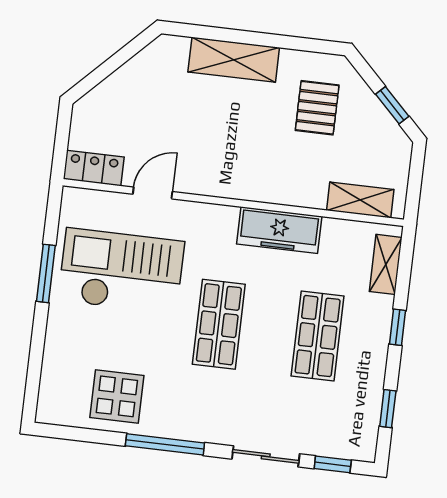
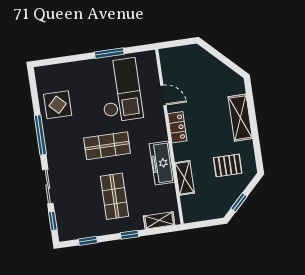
locker: (94, 168) -> (177, 127), moved
shelving: (360, 200) -> (185, 178), moved
shop shelf: (318, 336) -> (114, 196), turned 90

